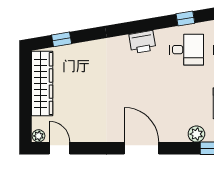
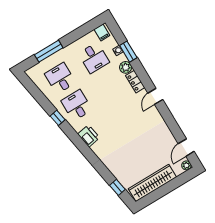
locker: (173, 135) -> (135, 82), added
door: (141, 148) -> (155, 96), width x0.53

